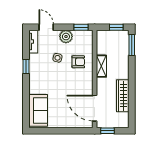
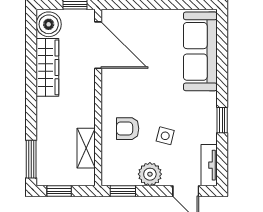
shelving: (101, 66) -> (86, 148), moved
sofa: (38, 110) -> (200, 51), width x1.36
boiler: (122, 120) -> (49, 24), added

